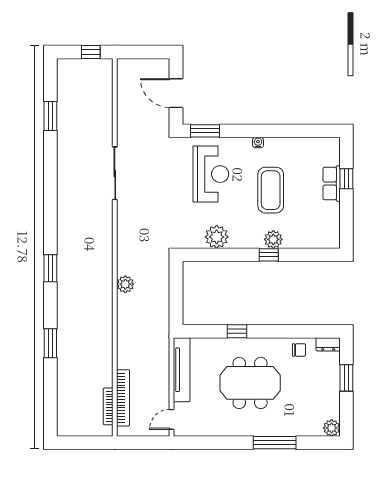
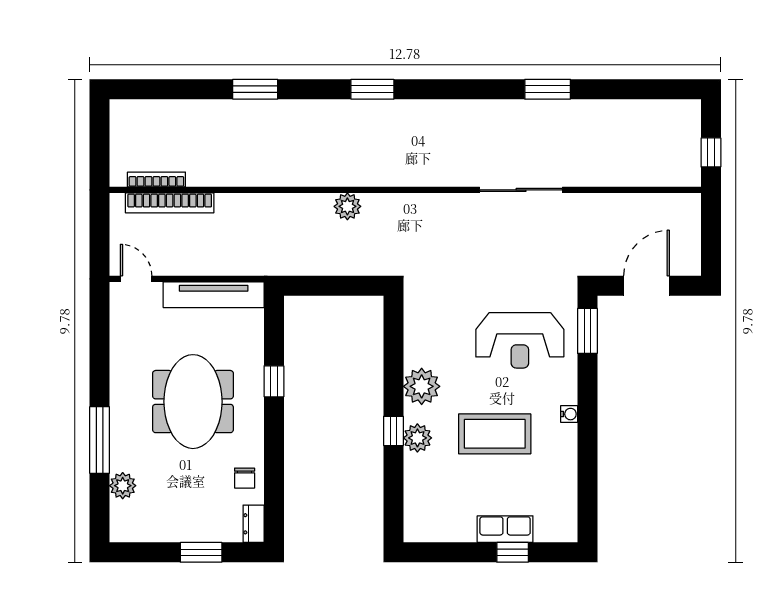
window: (50, 116) -> (548, 89), moved
plant: (217, 237) -> (422, 386), moved
plant: (332, 428) -> (123, 486), moved

